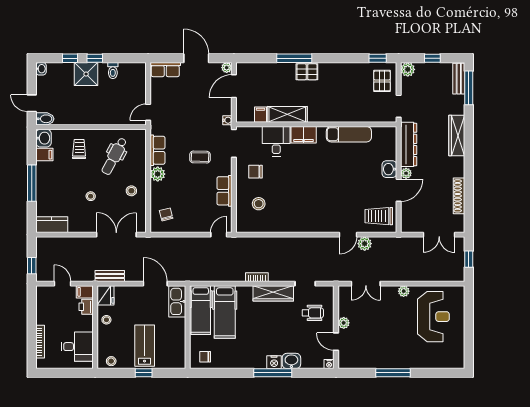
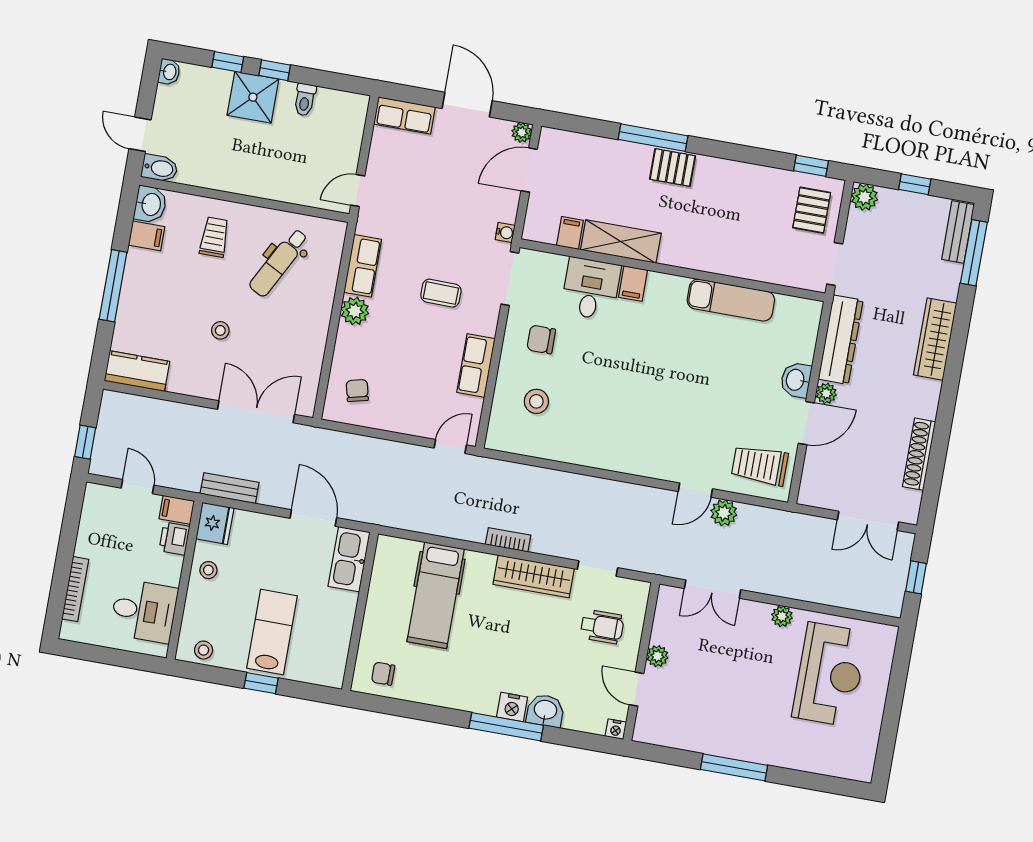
filing cabinet: (304, 135) -> (633, 284), width x0.50
stool: (131, 191) -> (299, 334), removed
hospital bed: (201, 310) -> (391, 584), removed

